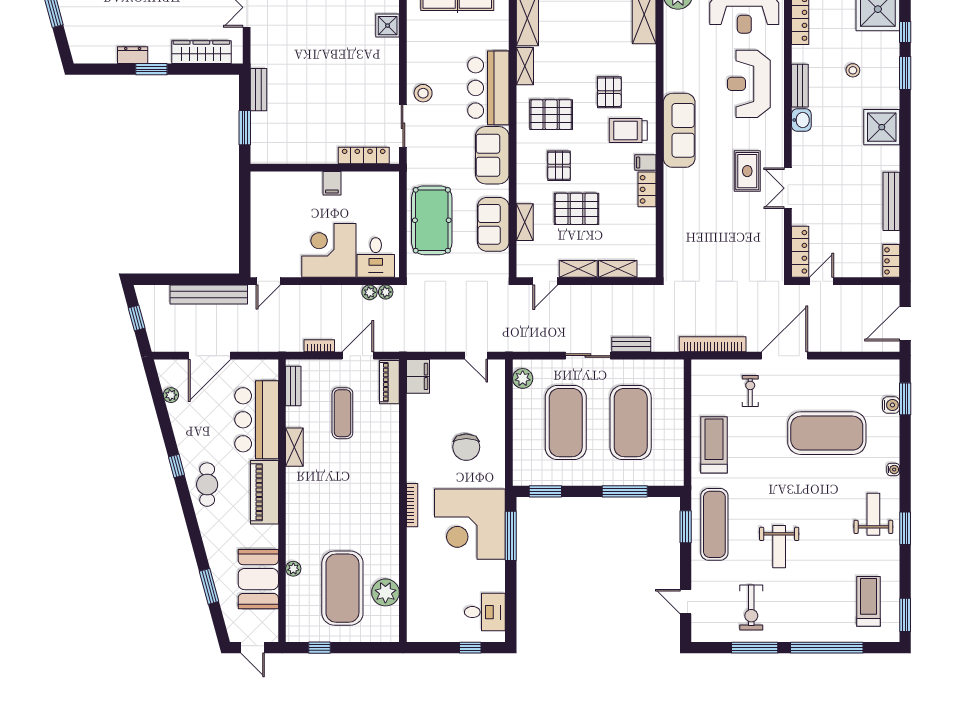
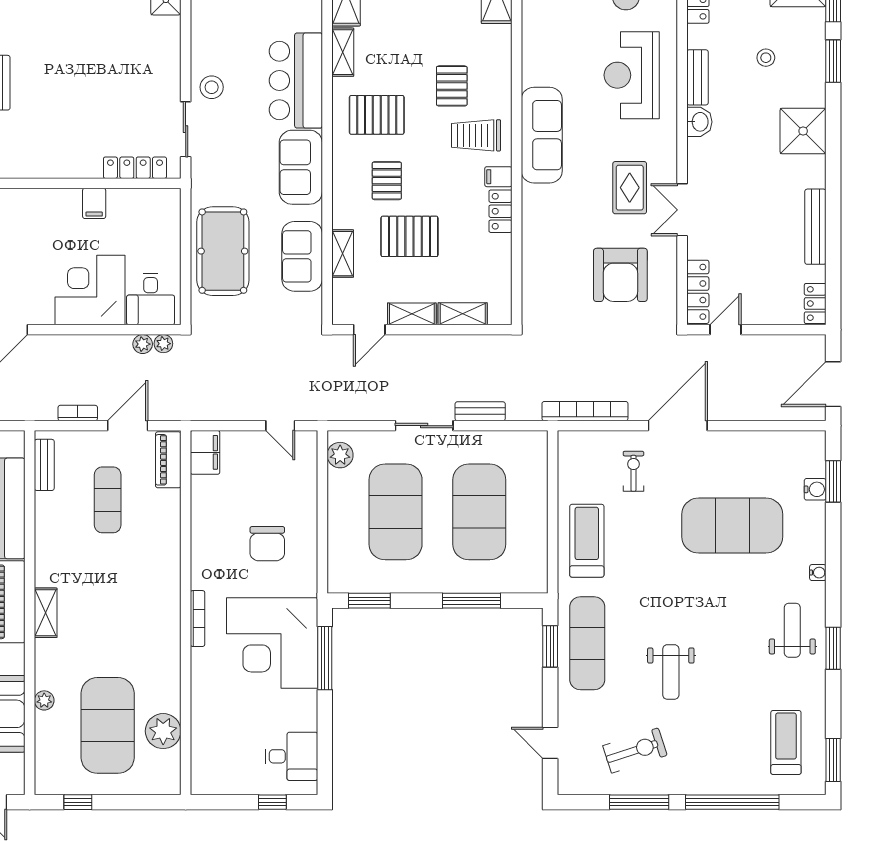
armchair: (740, 239) -> (620, 275), added
shelving: (294, 447) -> (46, 613), moved
exercise bike: (751, 608) -> (635, 751), turned -108

